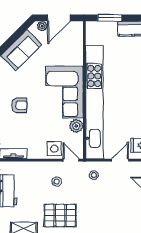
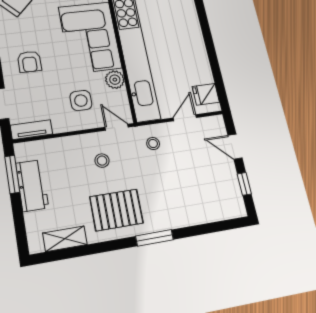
armchair: (19, 105) -> (29, 62), turned 90
side table: (54, 149) -> (81, 101), moved

